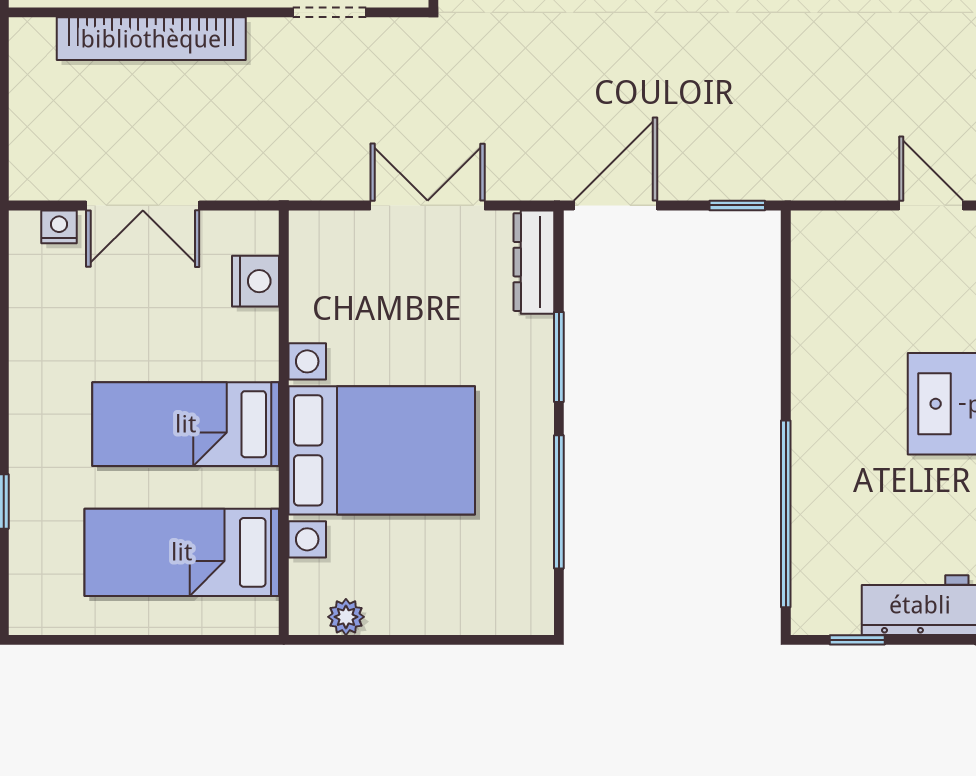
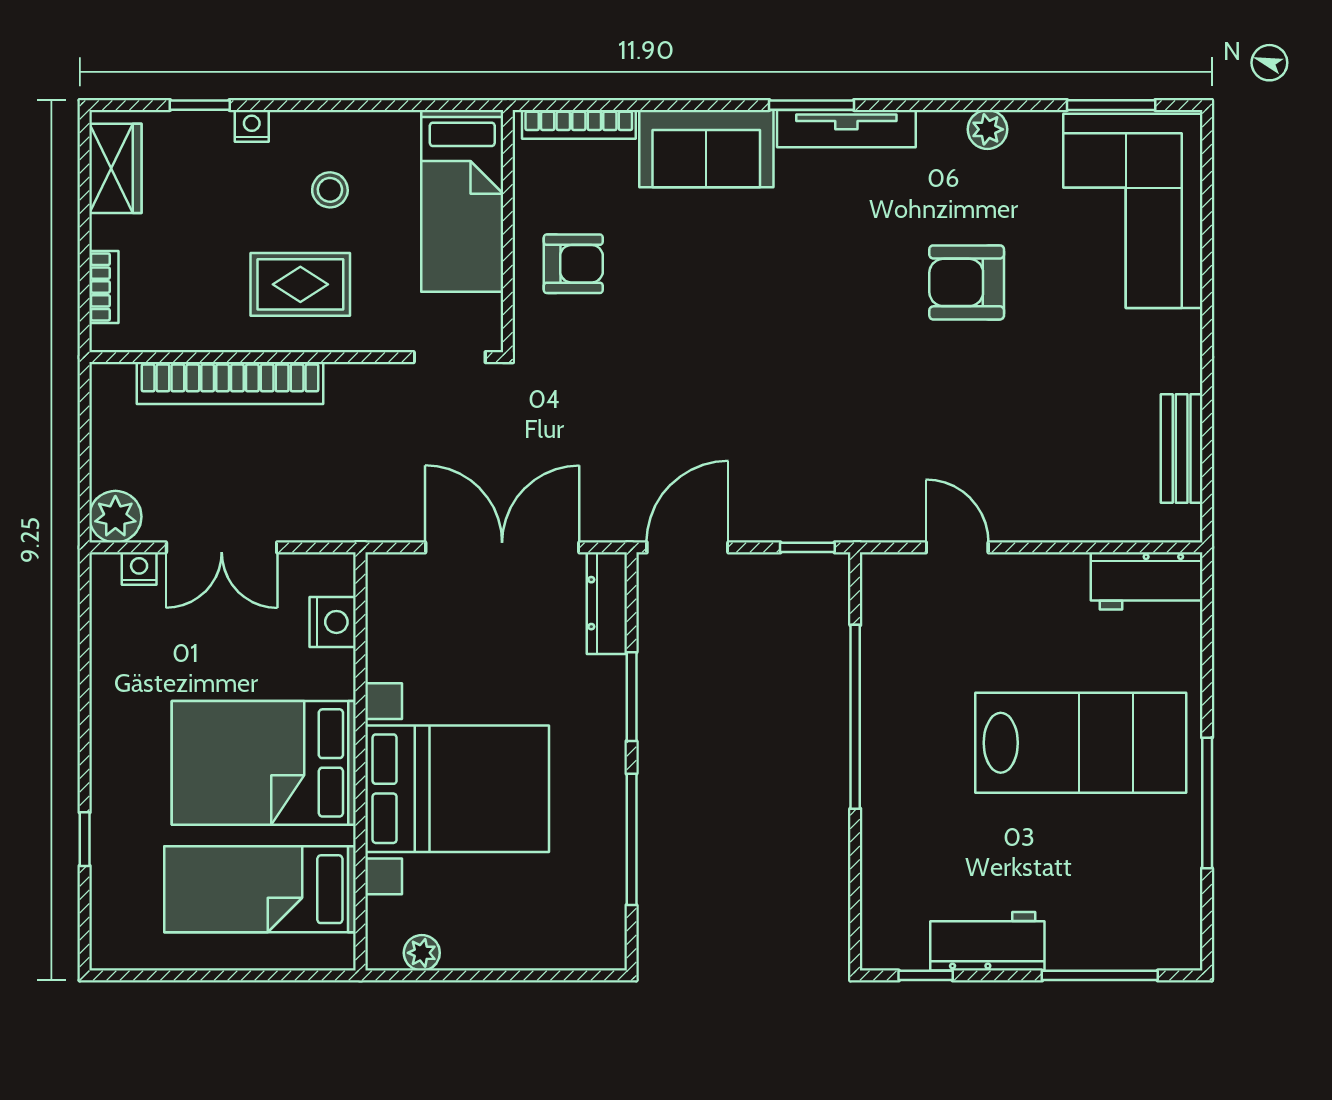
doorway: (329, 12) -> (450, 357), moved
plant: (35, 174) -> (115, 517), added
double door: (428, 205) -> (502, 547), width x1.37
door: (931, 205) -> (957, 547), moved
bed: (186, 424) -> (264, 763), width x1.50
window: (786, 514) -> (855, 717), moved

